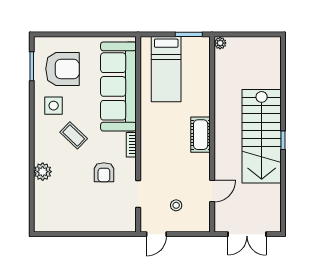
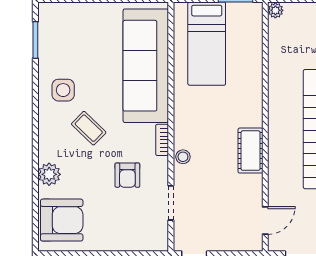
armchair: (63, 69) -> (62, 220), moved
cot: (201, 135) -> (251, 151), moved
door: (212, 191) -> (265, 220), moved
stool: (176, 205) -> (183, 157), moved

